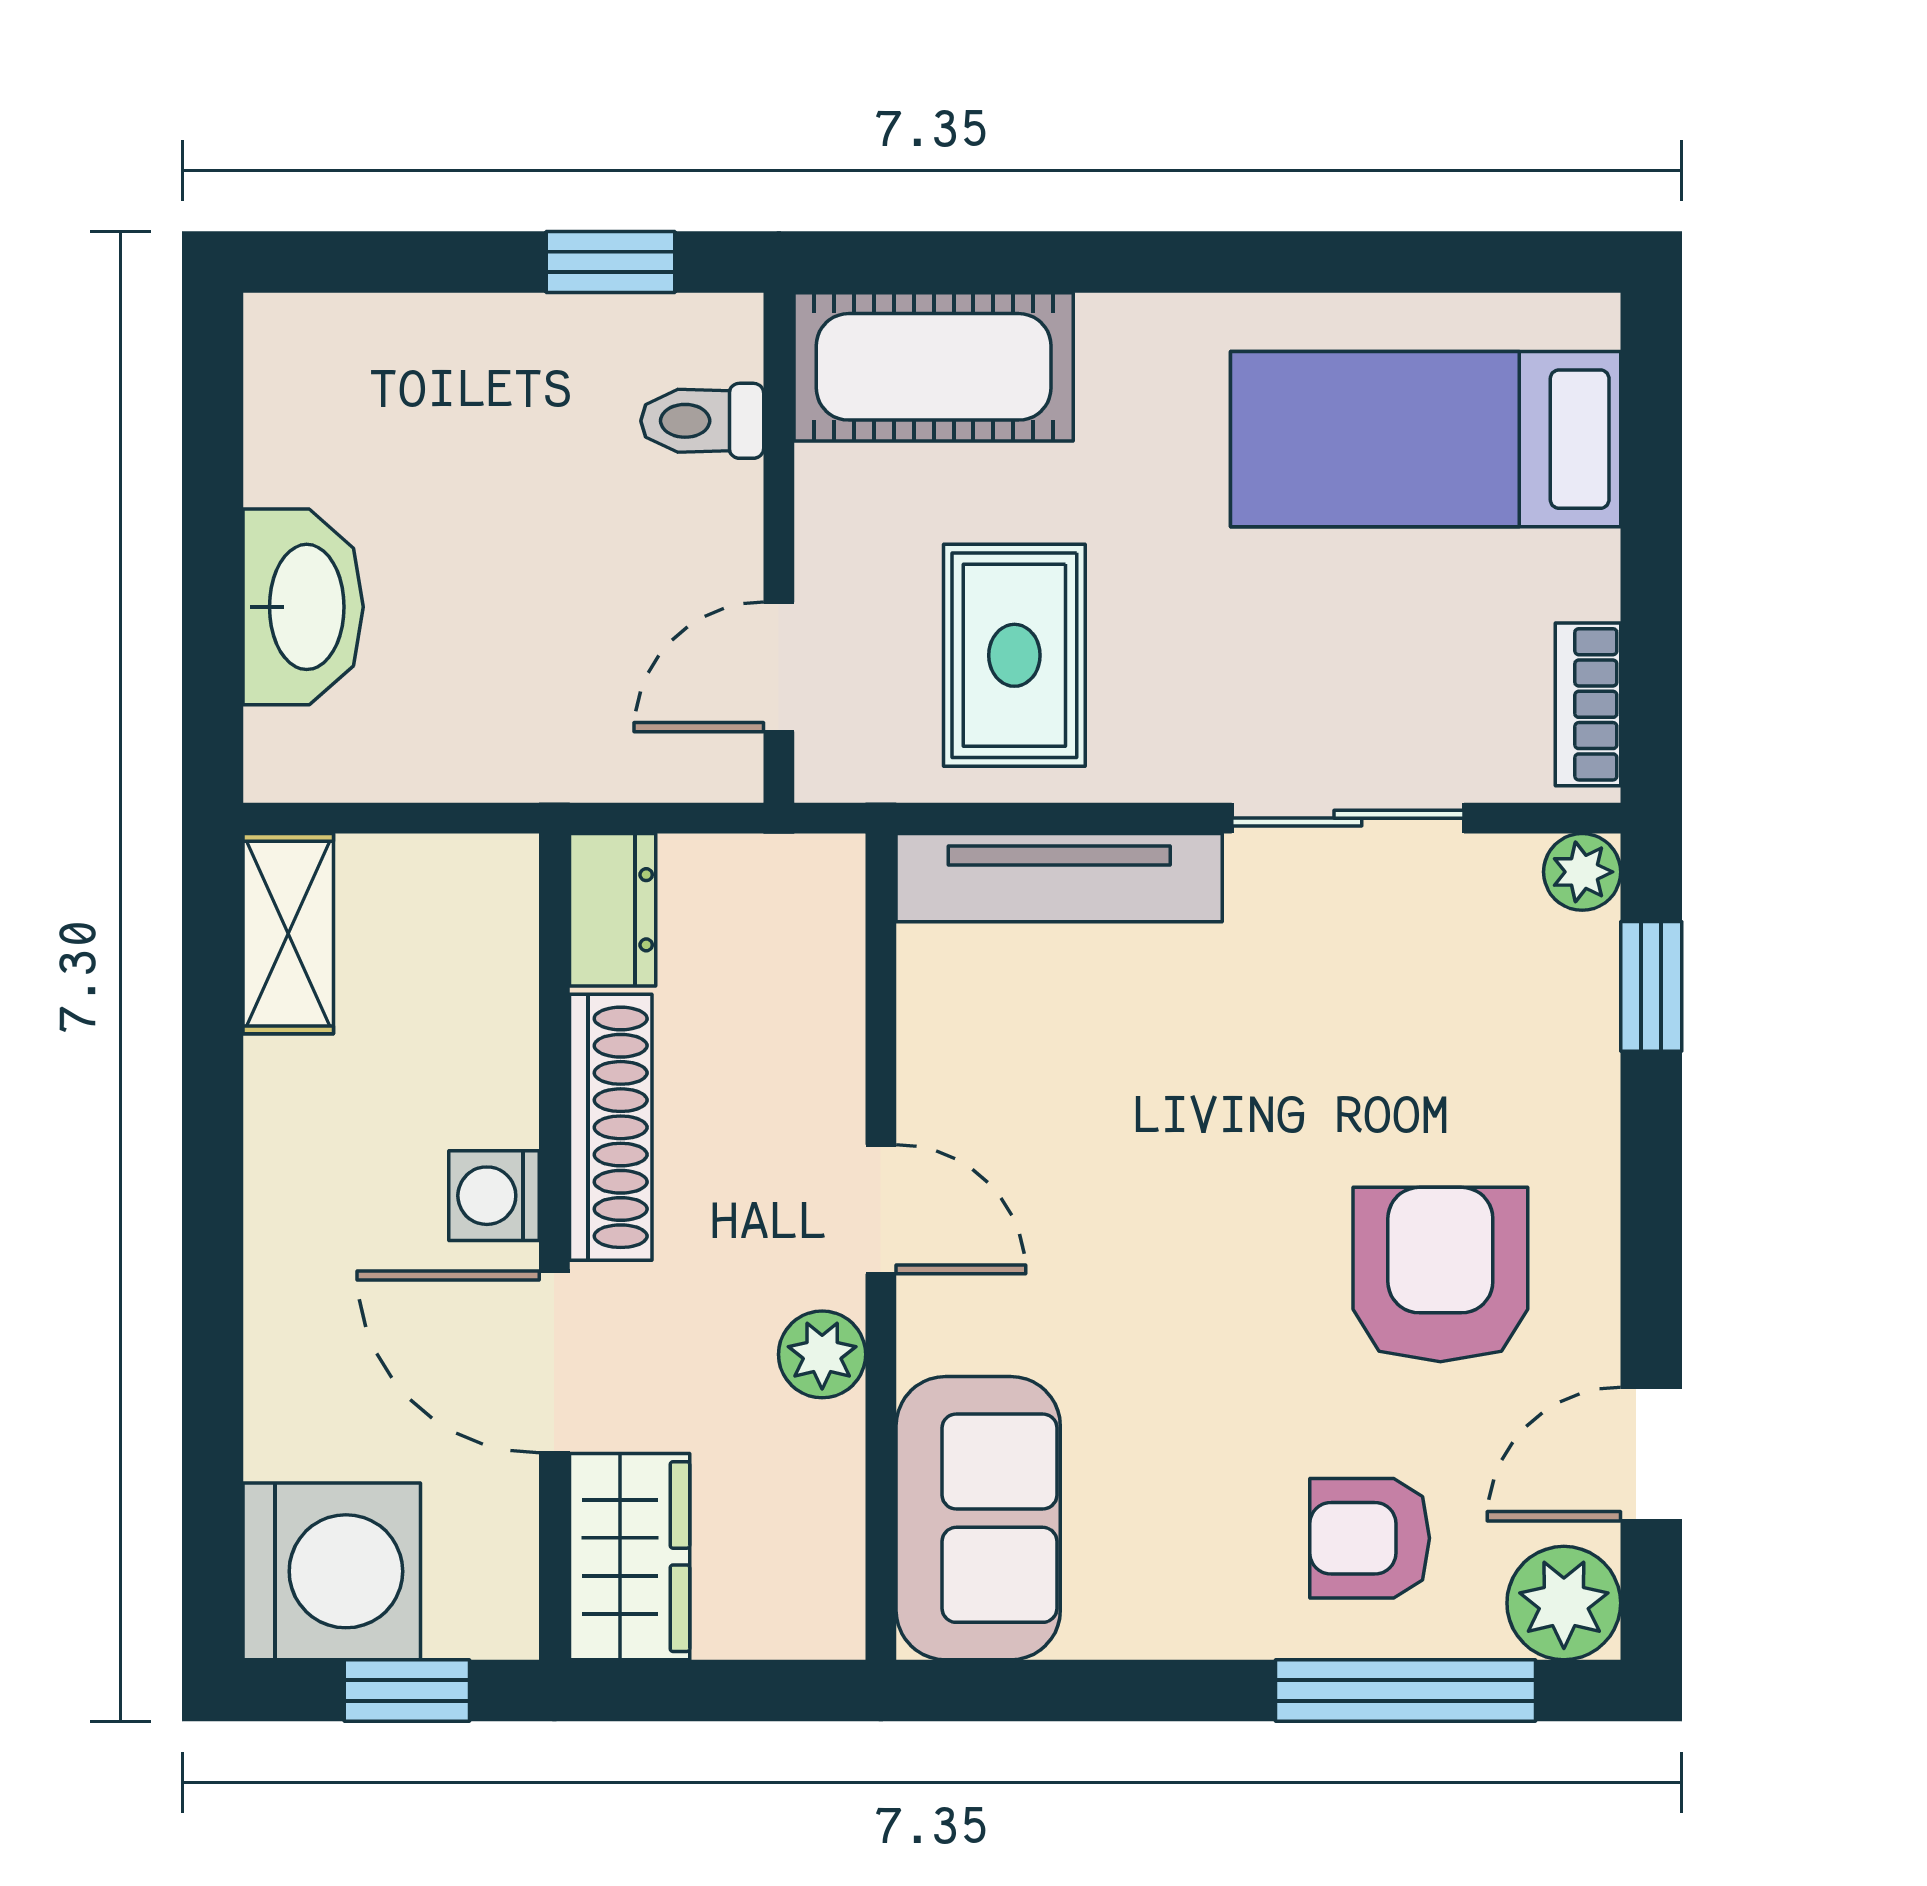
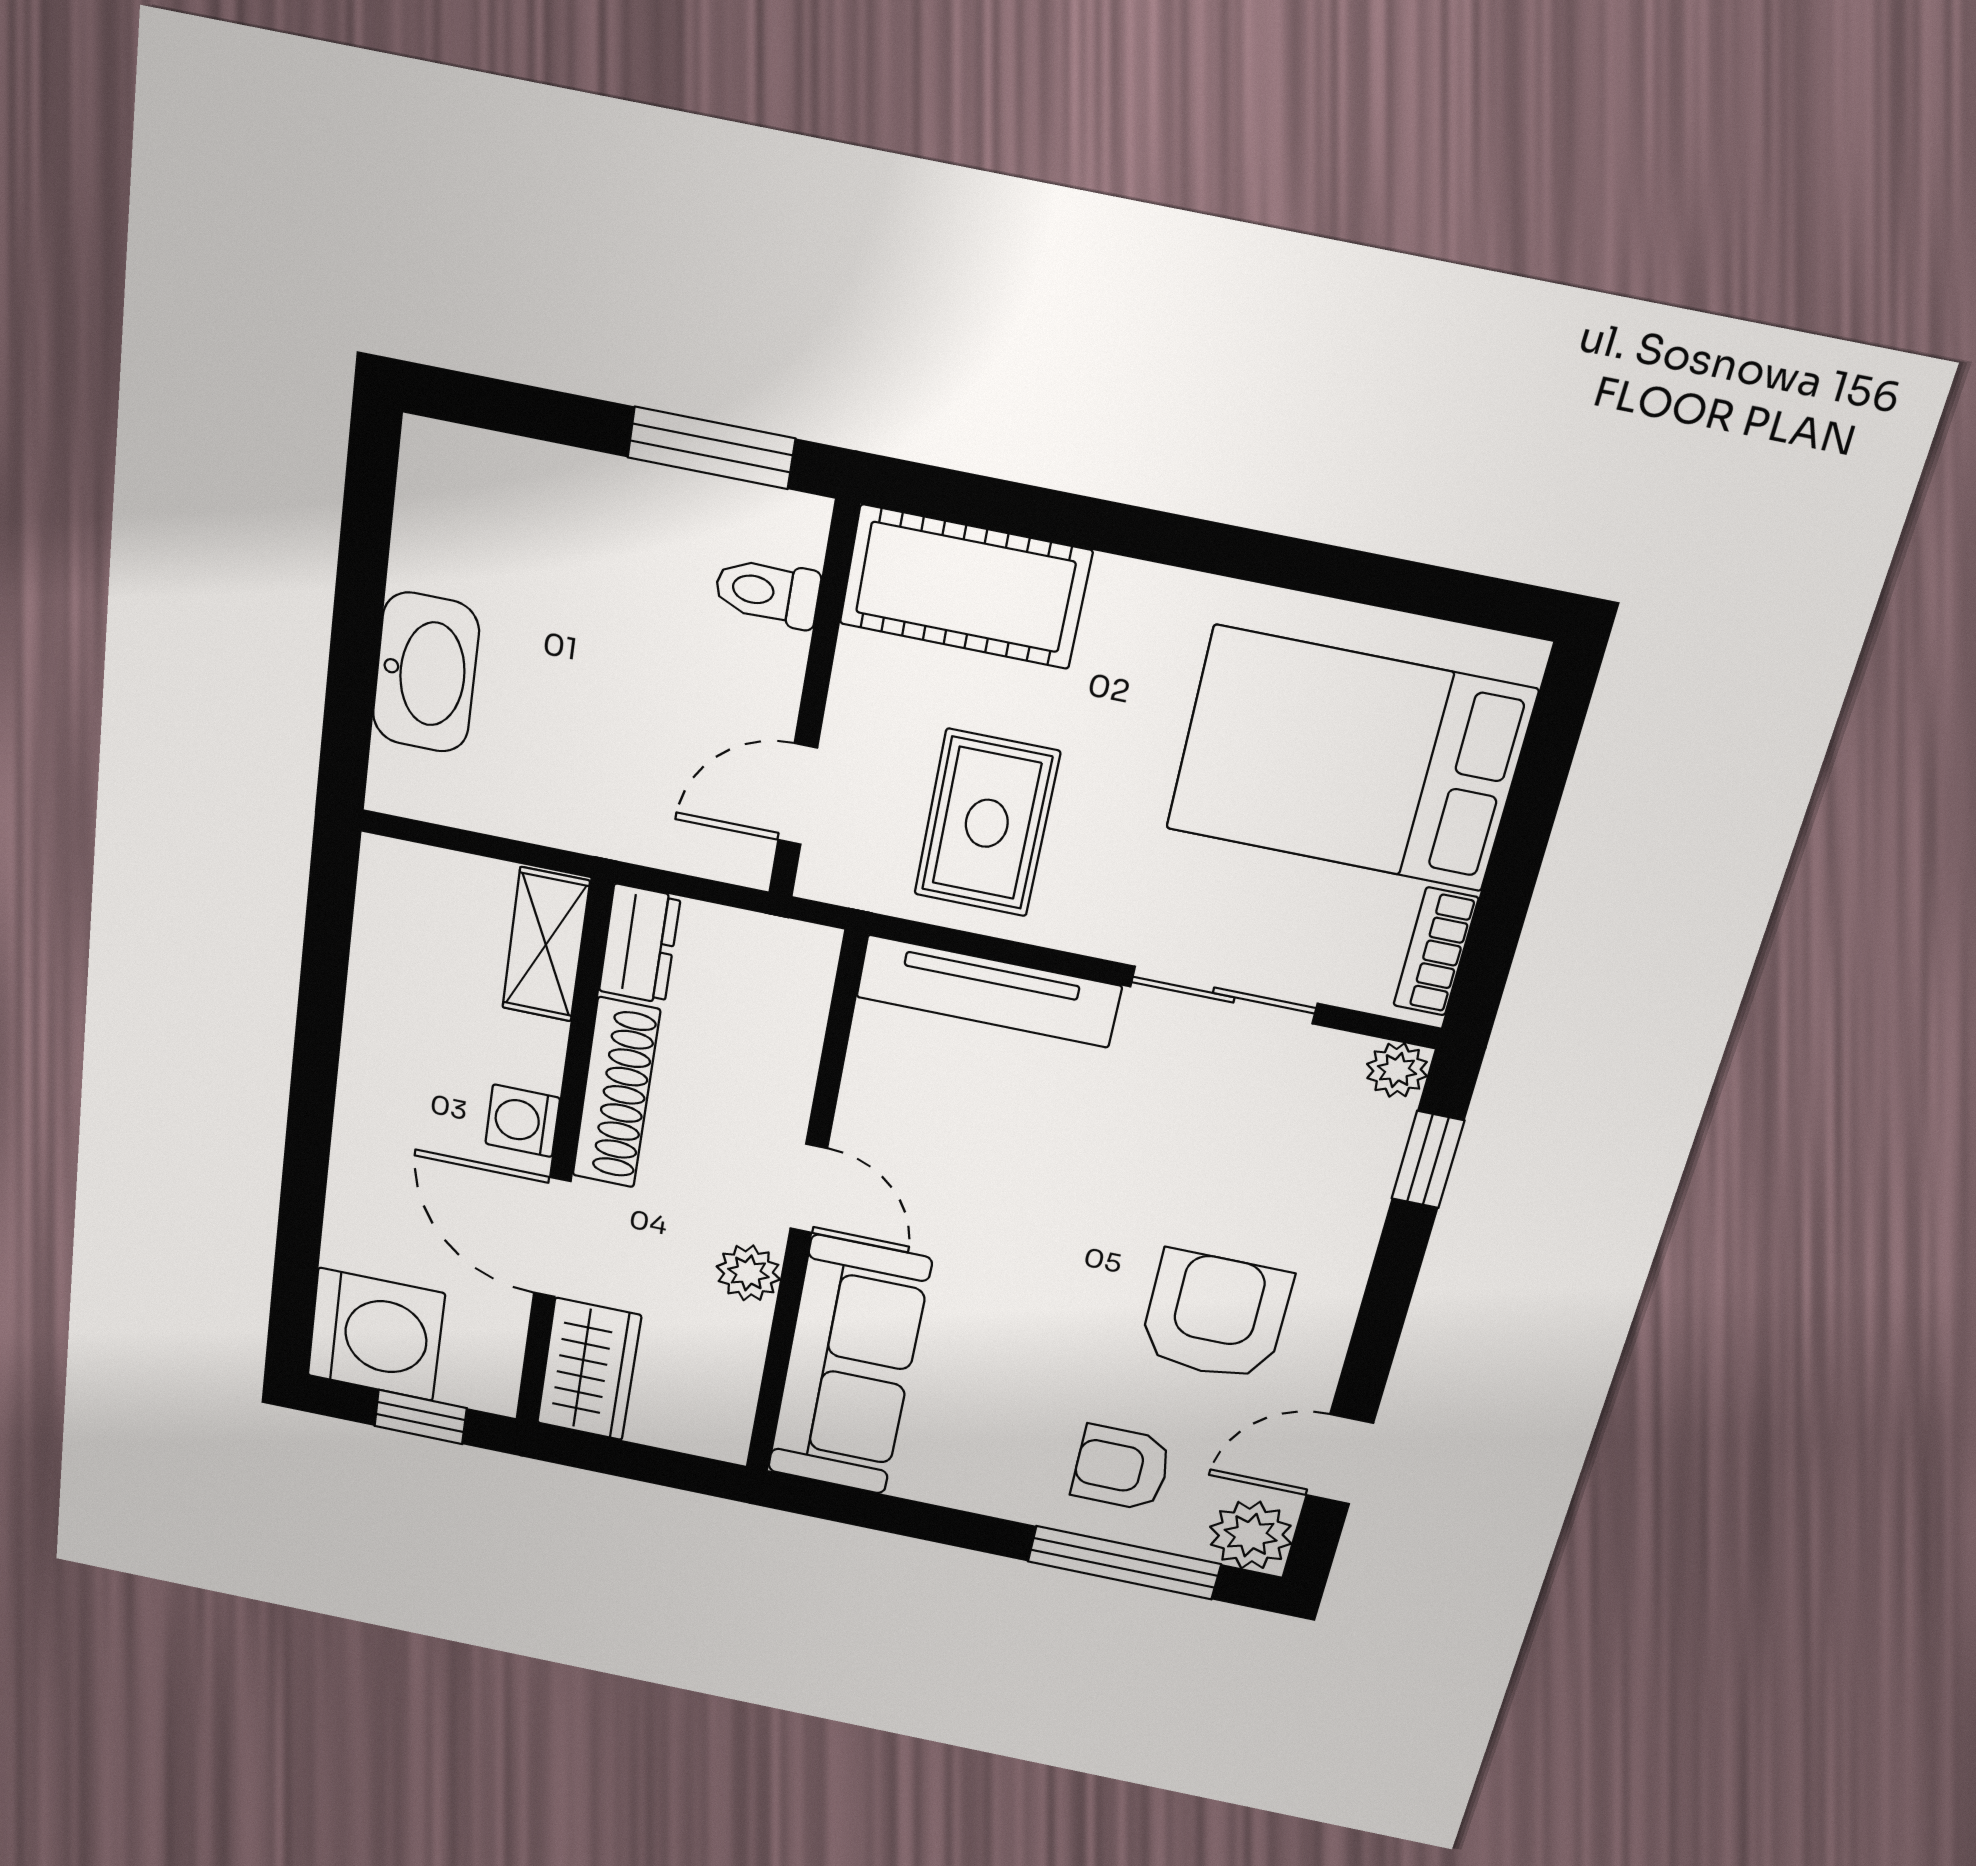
window: (610, 262) -> (711, 448), width x1.50
bed: (1426, 439) -> (1350, 760), width x1.50
shelving: (288, 934) -> (546, 945), moved
sofa: (978, 1518) -> (849, 1366), width x1.36

